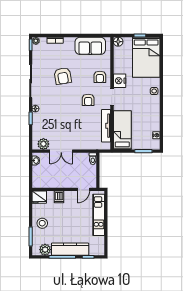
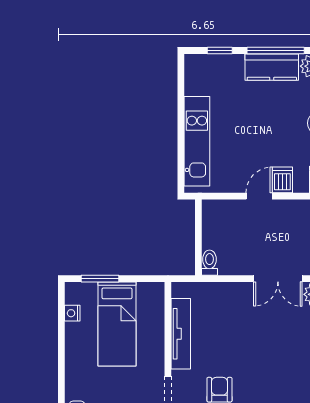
bed: (122, 130) -> (117, 324), moved
double door: (61, 151) -> (278, 279), swing flipped
door: (83, 189) -> (259, 196), moved
kitchen counter: (70, 249) -> (272, 67), width x0.67

